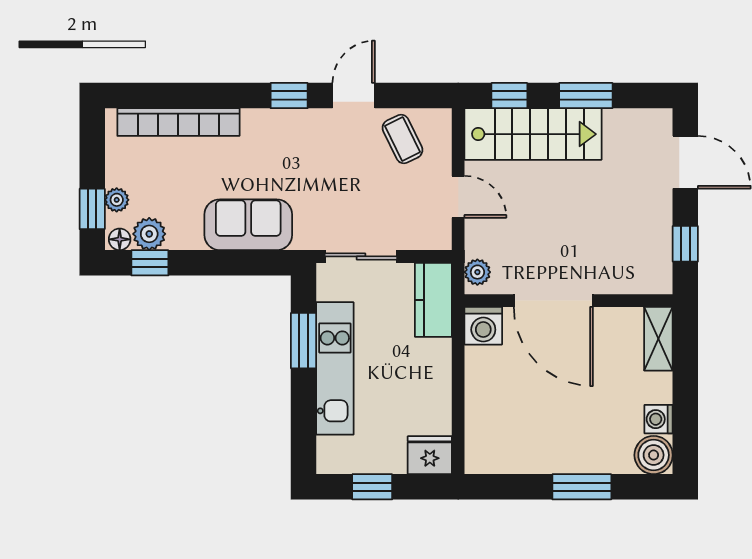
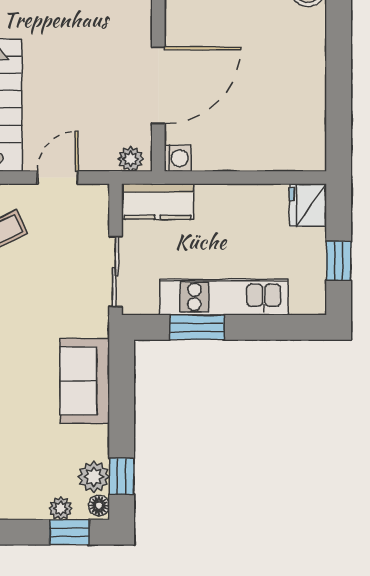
washing machine: (483, 326) -> (178, 158), width x0.73, depth x0.73
window: (582, 487) -> (339, 58), removed

